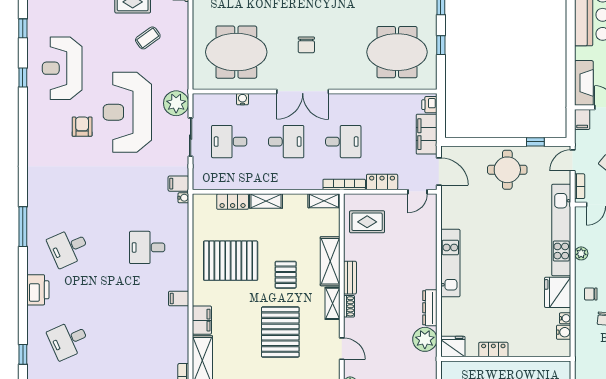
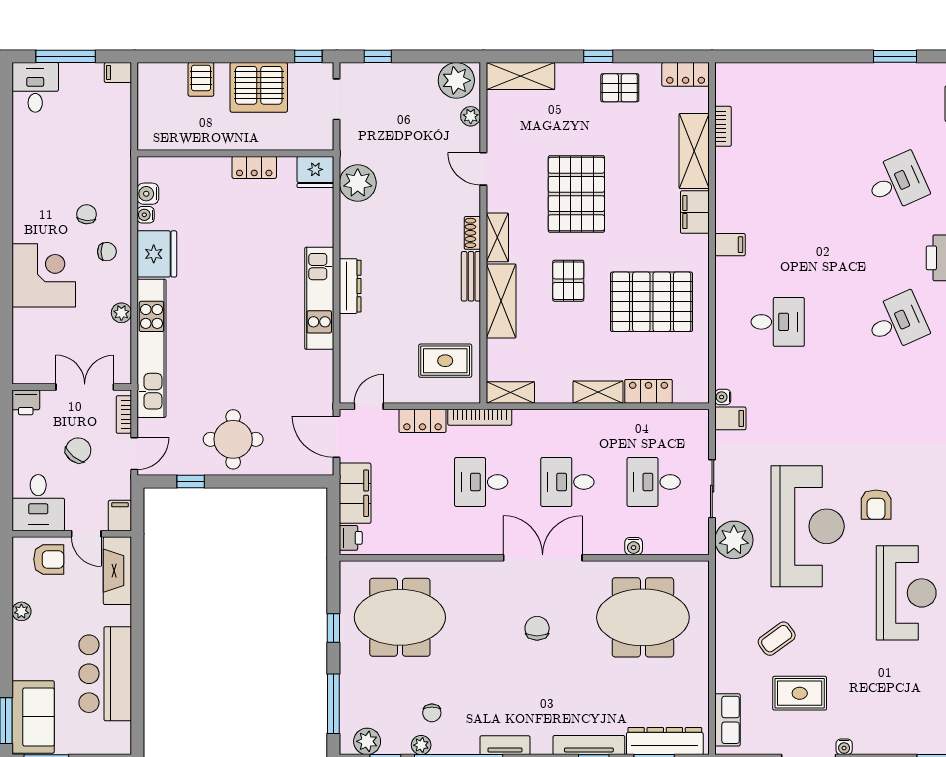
desk: (229, 142) -> (654, 482), turned 180
dresser: (430, 308) -> (350, 286), moved

